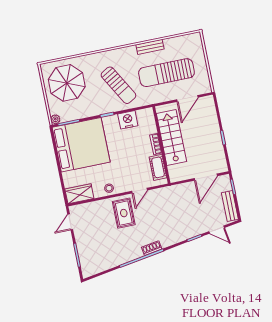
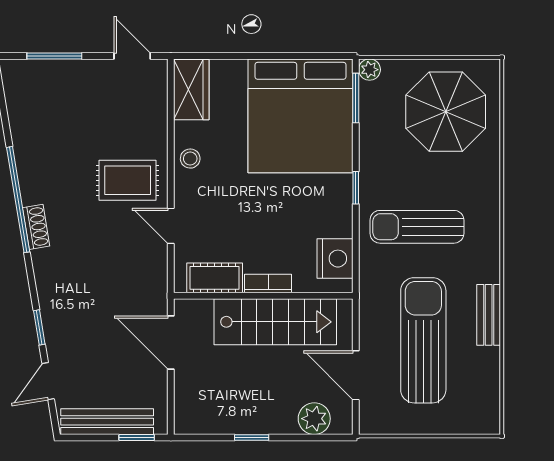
sun lounger: (118, 85) -> (417, 227), turned 30
plant: (209, 112) -> (314, 419), added
nightstand: (128, 120) -> (335, 259), moved
door: (206, 177) -> (171, 342), moved
bench: (230, 206) -> (107, 422), width x1.36

